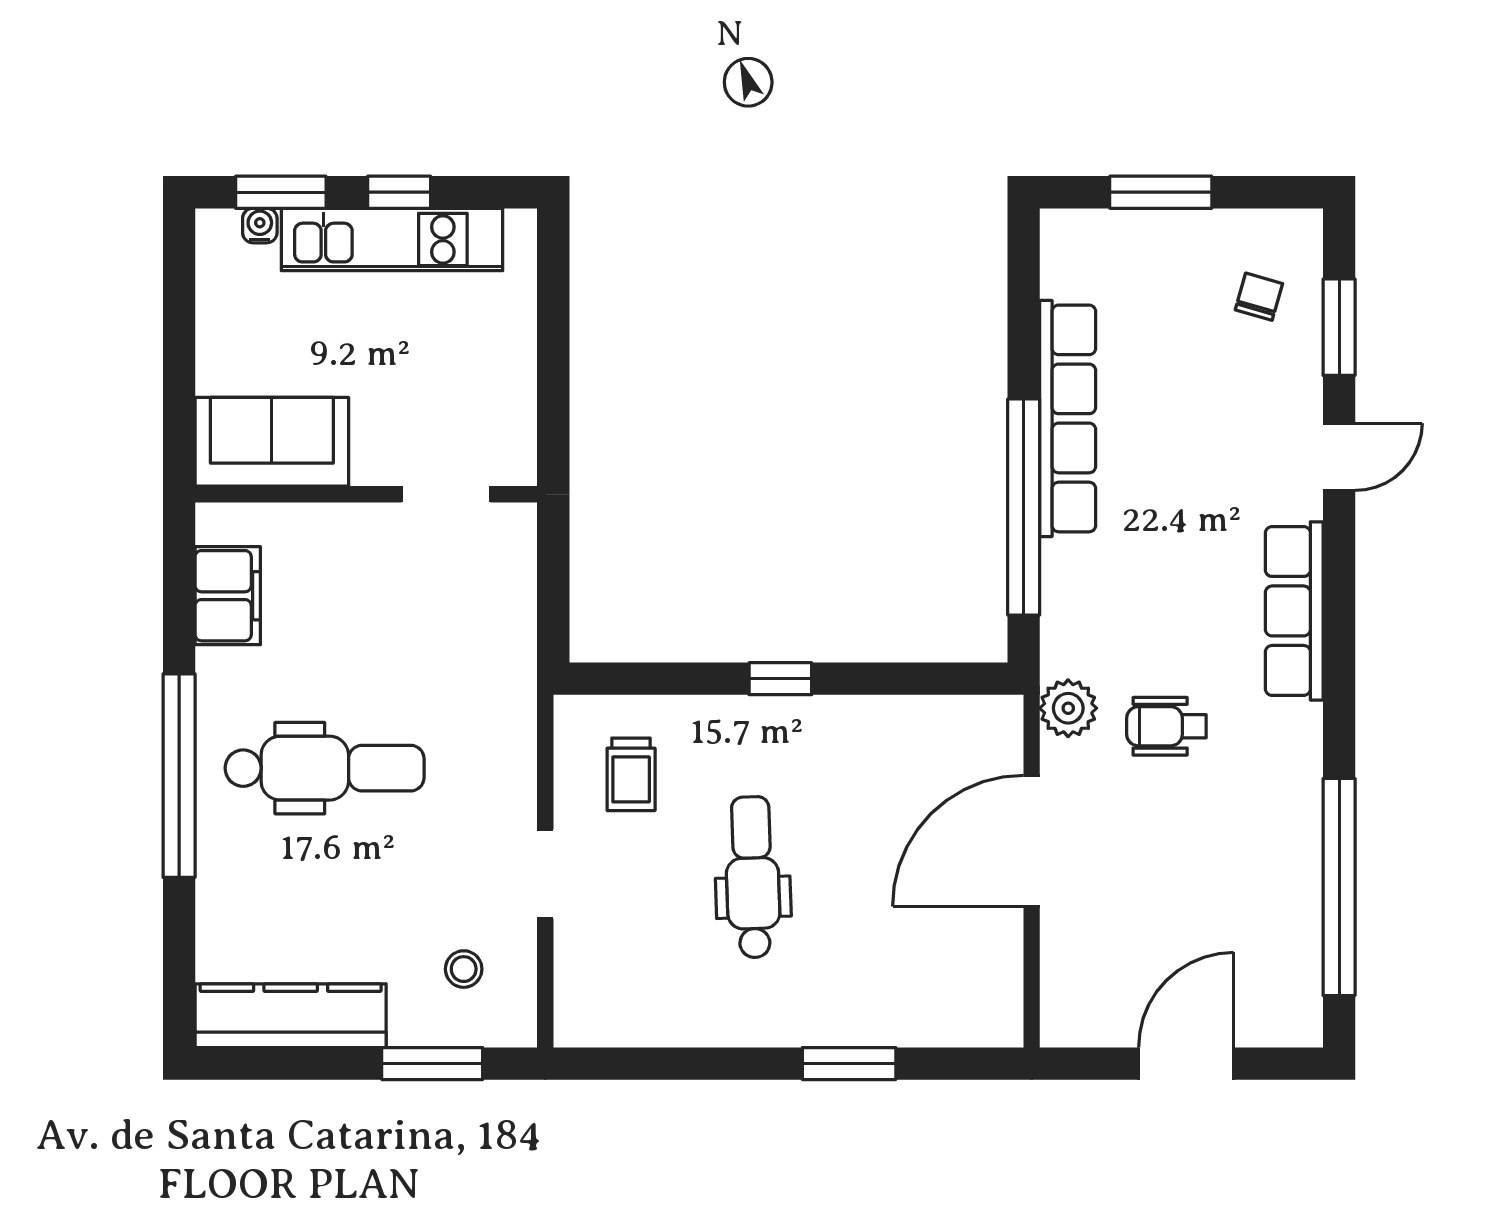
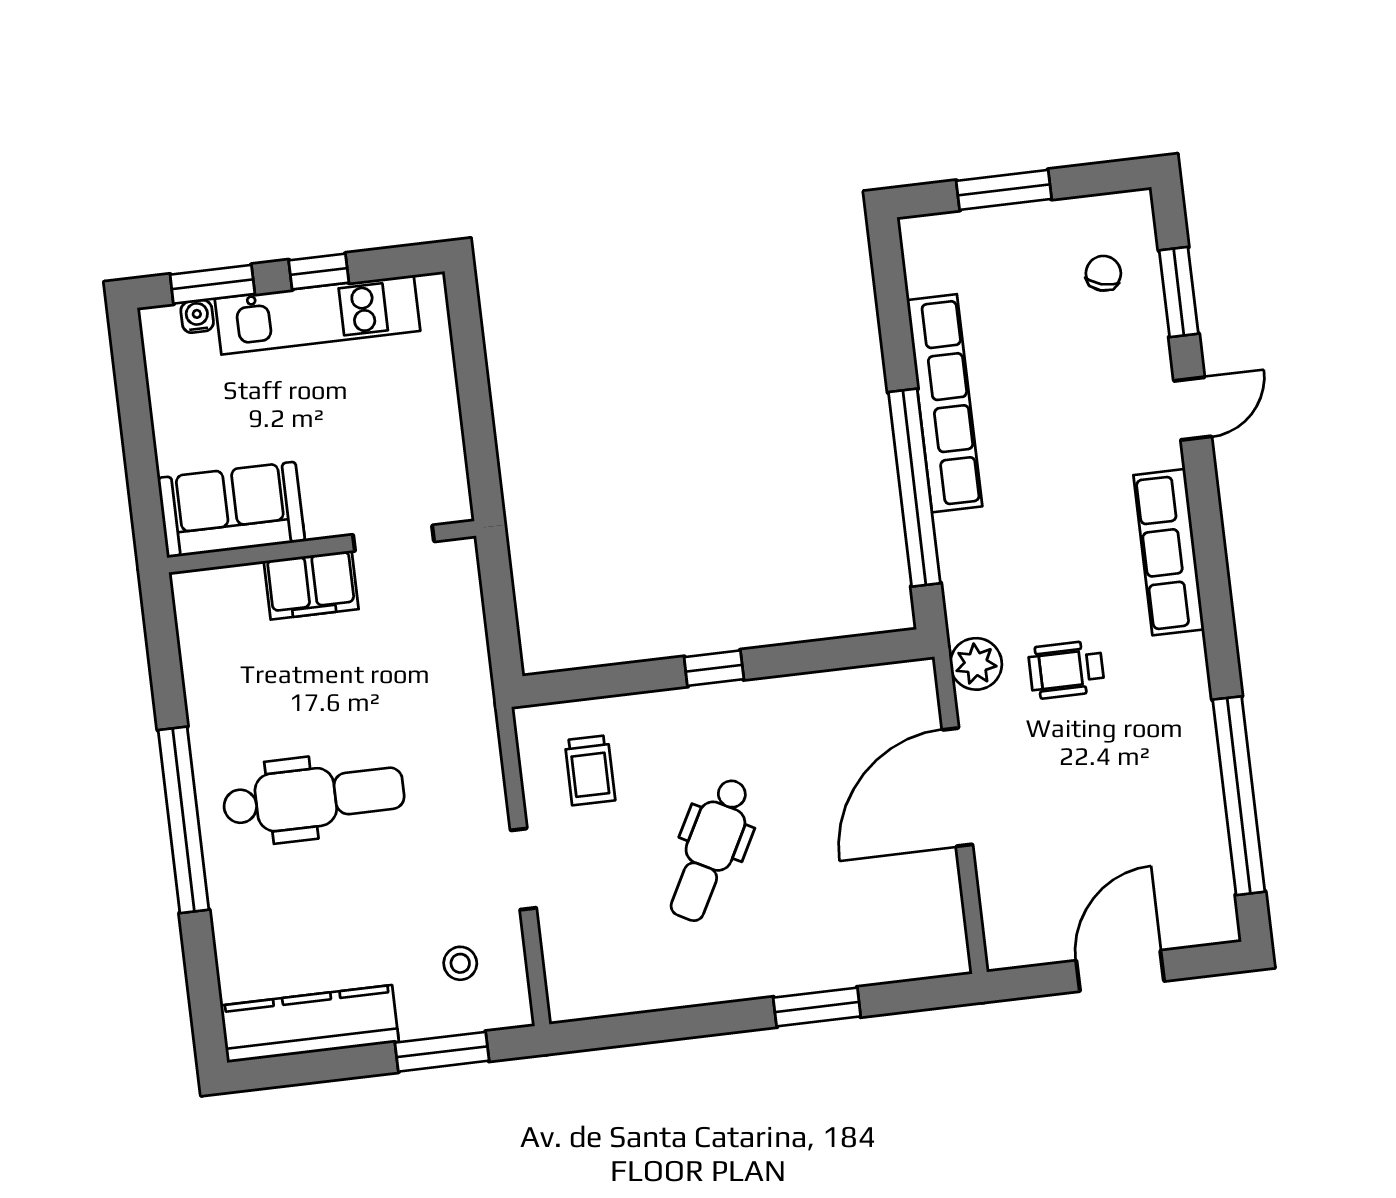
filing cabinet: (228, 596) -> (311, 585), moved, turned 90
dental chair: (753, 877) -> (710, 850), turned -150

